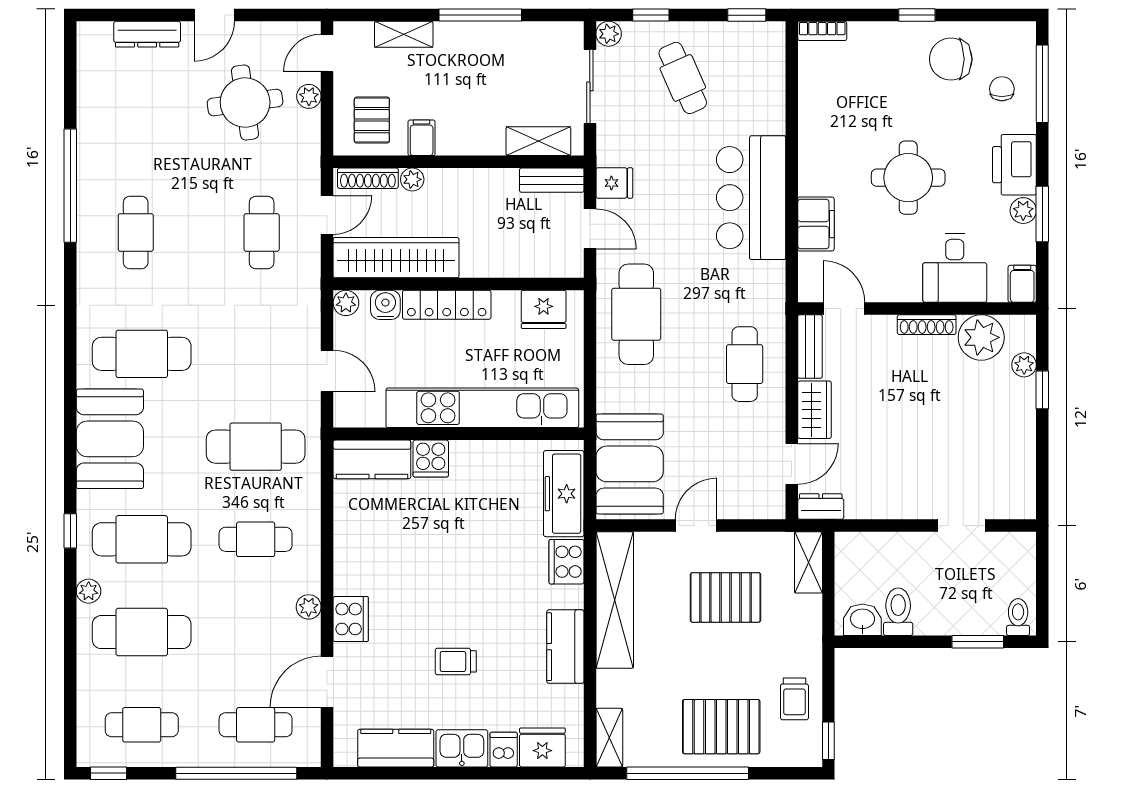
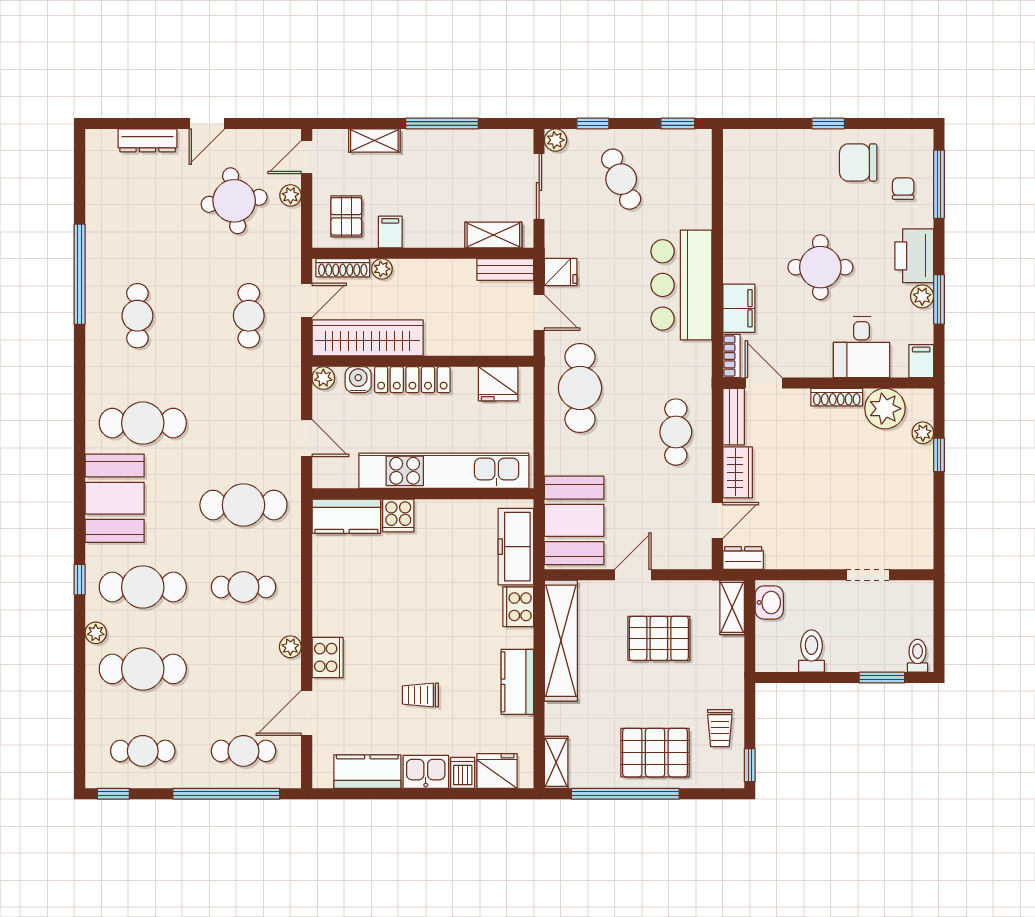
bookcase: (822, 31) -> (731, 356), moved, turned -90
washbasin: (862, 620) -> (769, 602), moved, turned 90

